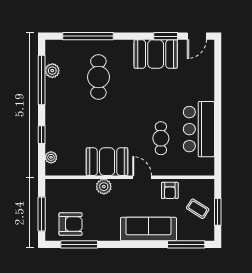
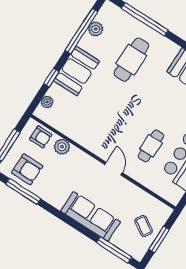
booth: (107, 162) -> (77, 71), moved, turned 90
plant: (104, 187) -> (62, 147), moved
armchair: (170, 190) -> (41, 137), moved, turned -90

